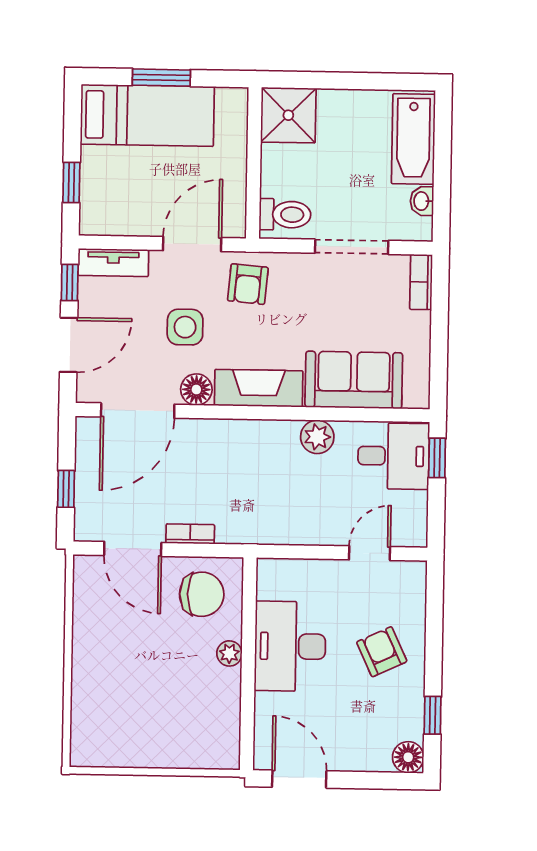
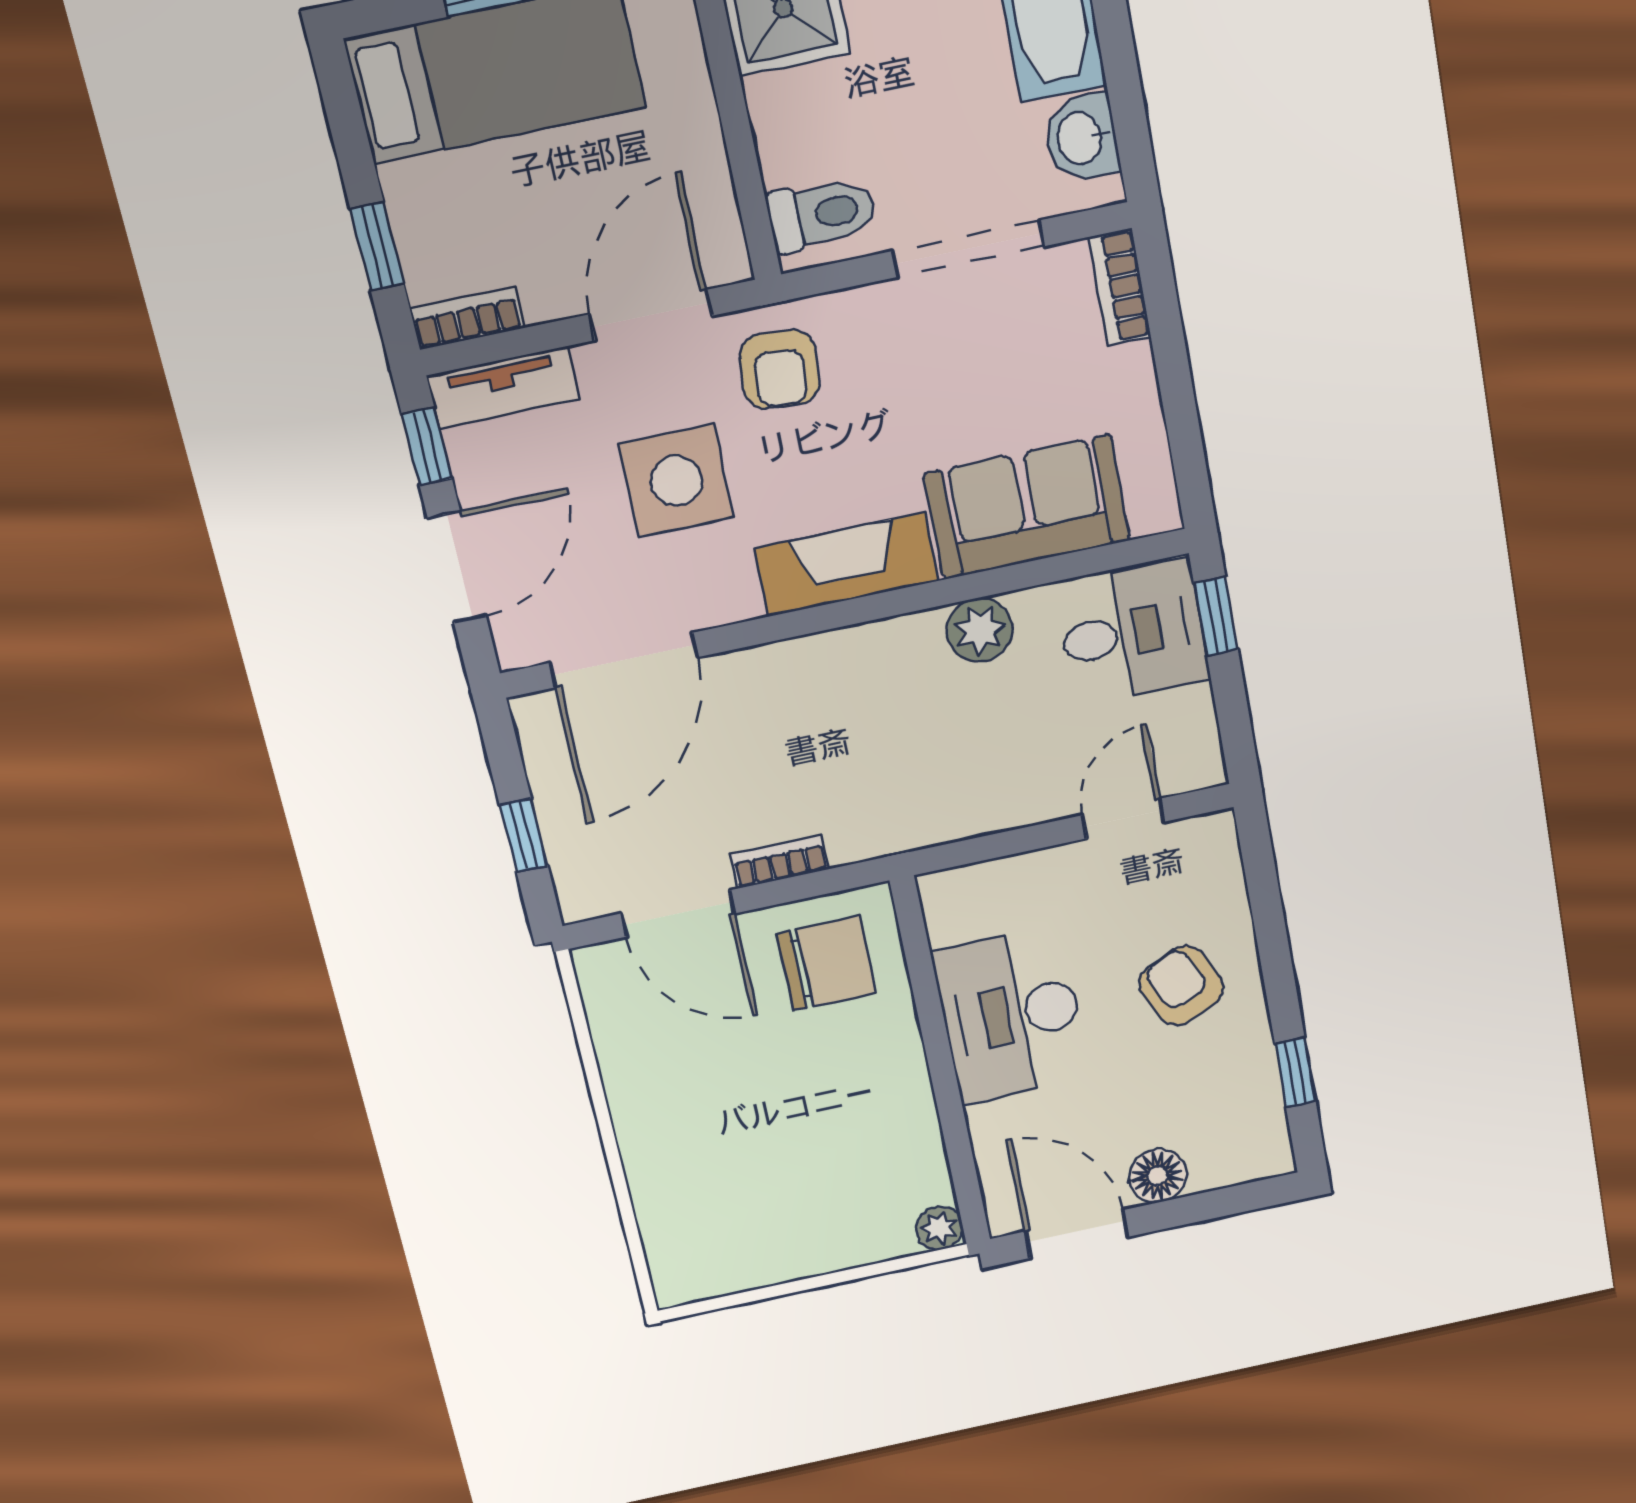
washbasin: (422, 201) -> (1081, 138), width x1.38, depth x1.45
bookcase: (105, 226) -> (467, 318), added
side table: (185, 327) -> (676, 481), width x1.37, depth x1.37
floor lamp: (196, 389) -> (727, 595), removed
plant: (229, 653) -> (939, 1228), moved
floor lamp: (408, 757) -> (1158, 1176), moved

